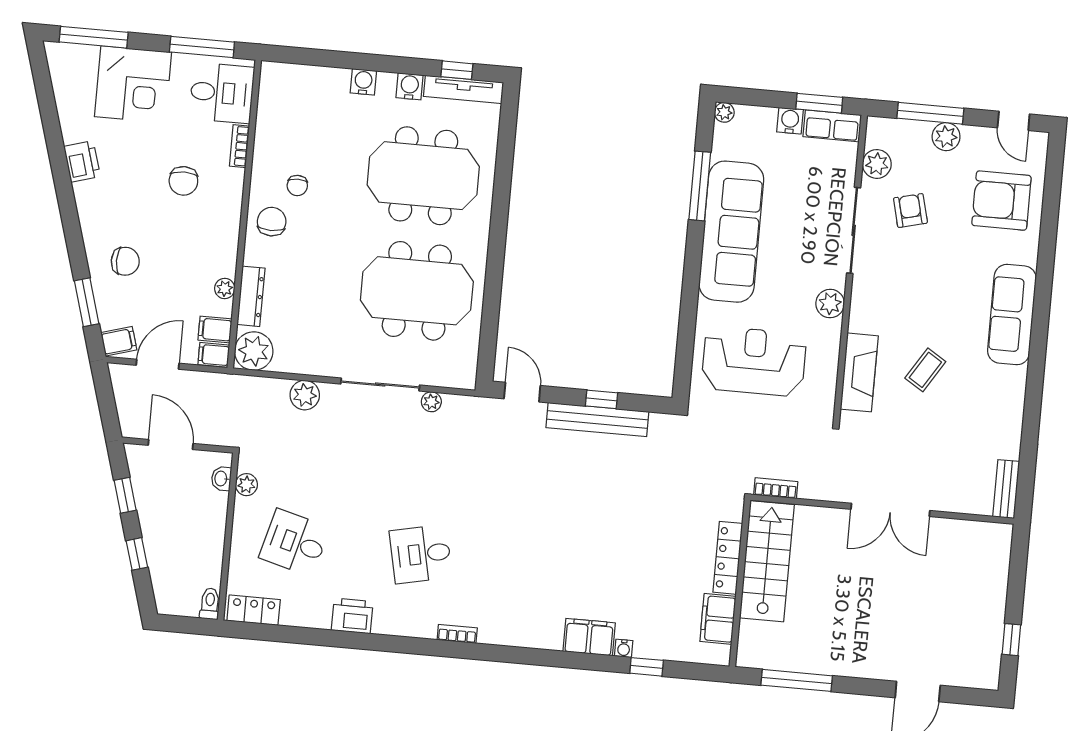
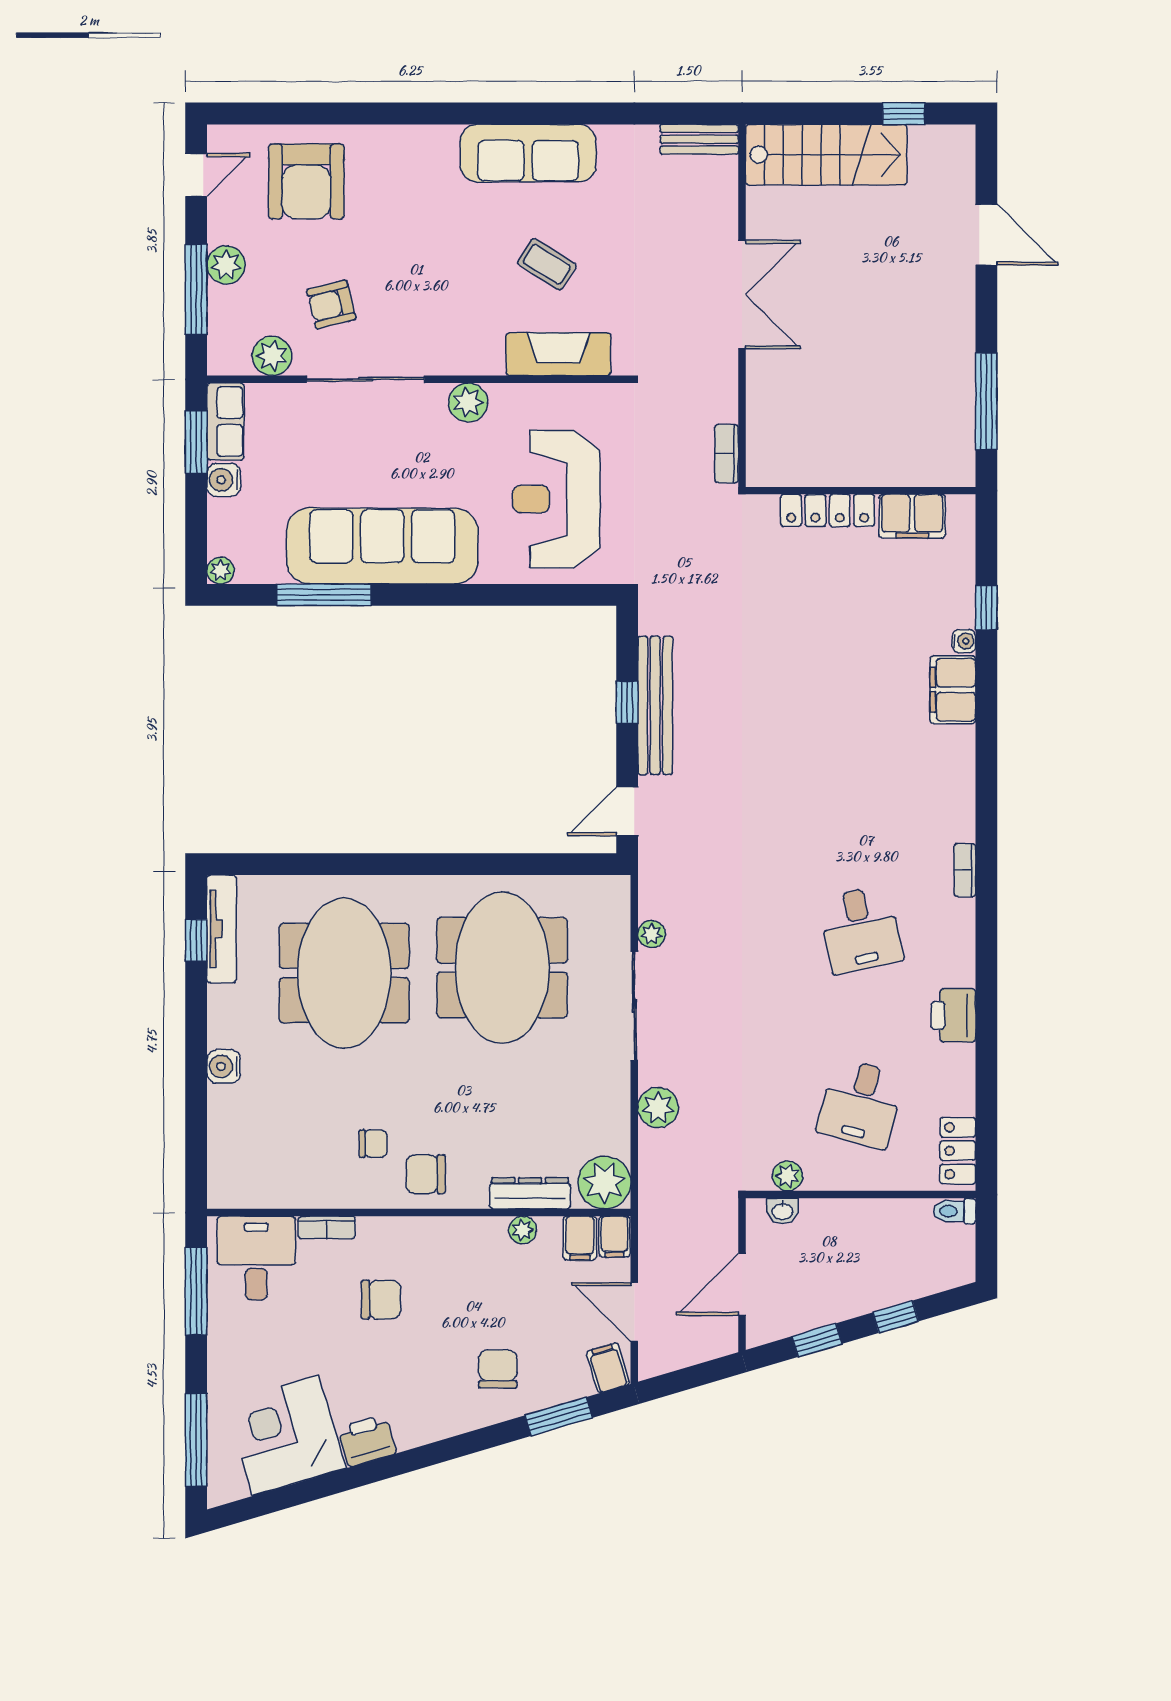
corner desk: (133, 84) -> (285, 1435), moved, turned -106
water cooler: (410, 86) -> (224, 1003), removed
sofa: (1012, 315) -> (528, 153), moved
stairs: (767, 561) -> (826, 155), moved, turned 180

